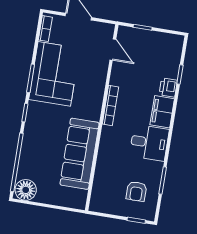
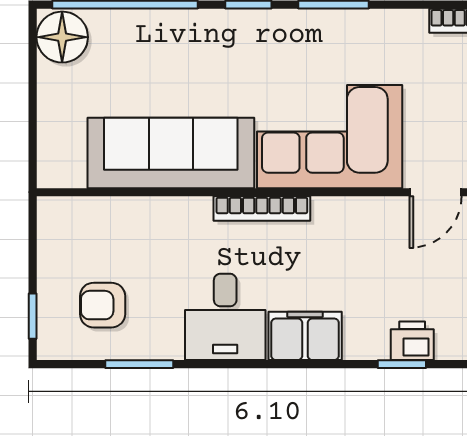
corner sofa: (54, 74) -> (330, 137), moved, turned 180
printer: (168, 87) -> (412, 341), moved
bookcase: (110, 106) -> (262, 208), moved

